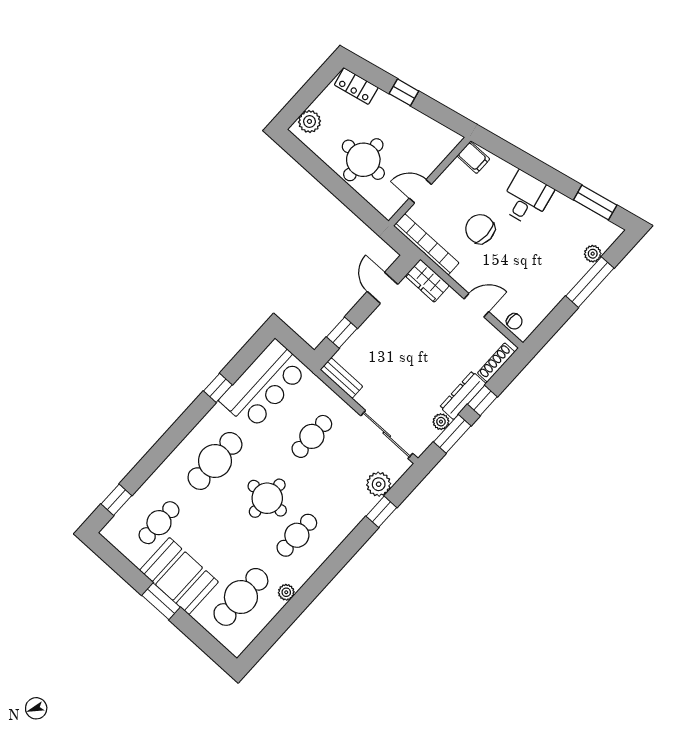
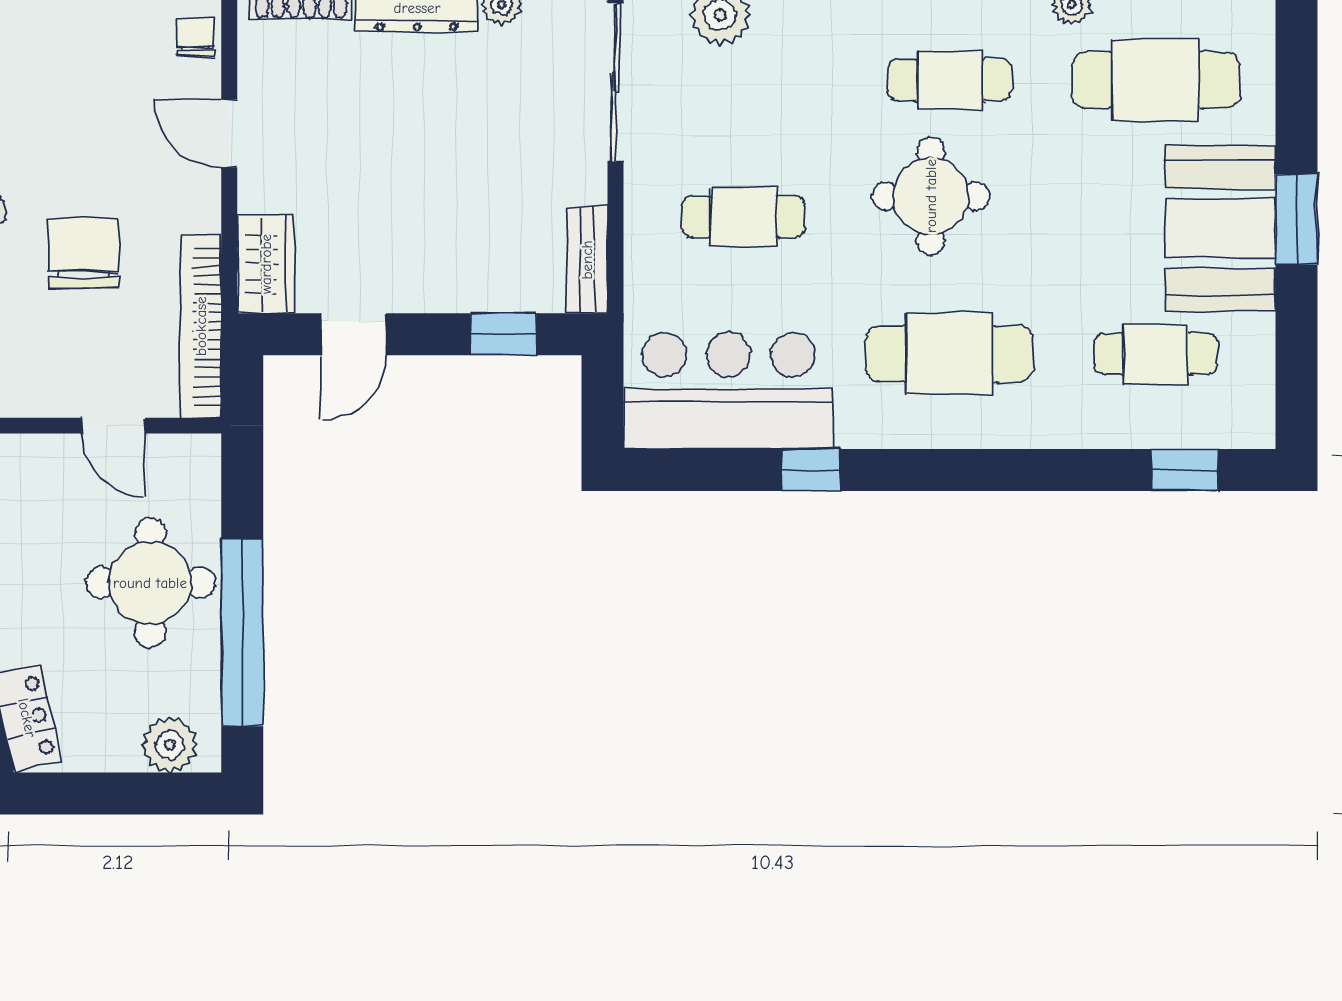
window: (323, 174) -> (242, 632), added
chair: (480, 229) -> (83, 253), turned 180

